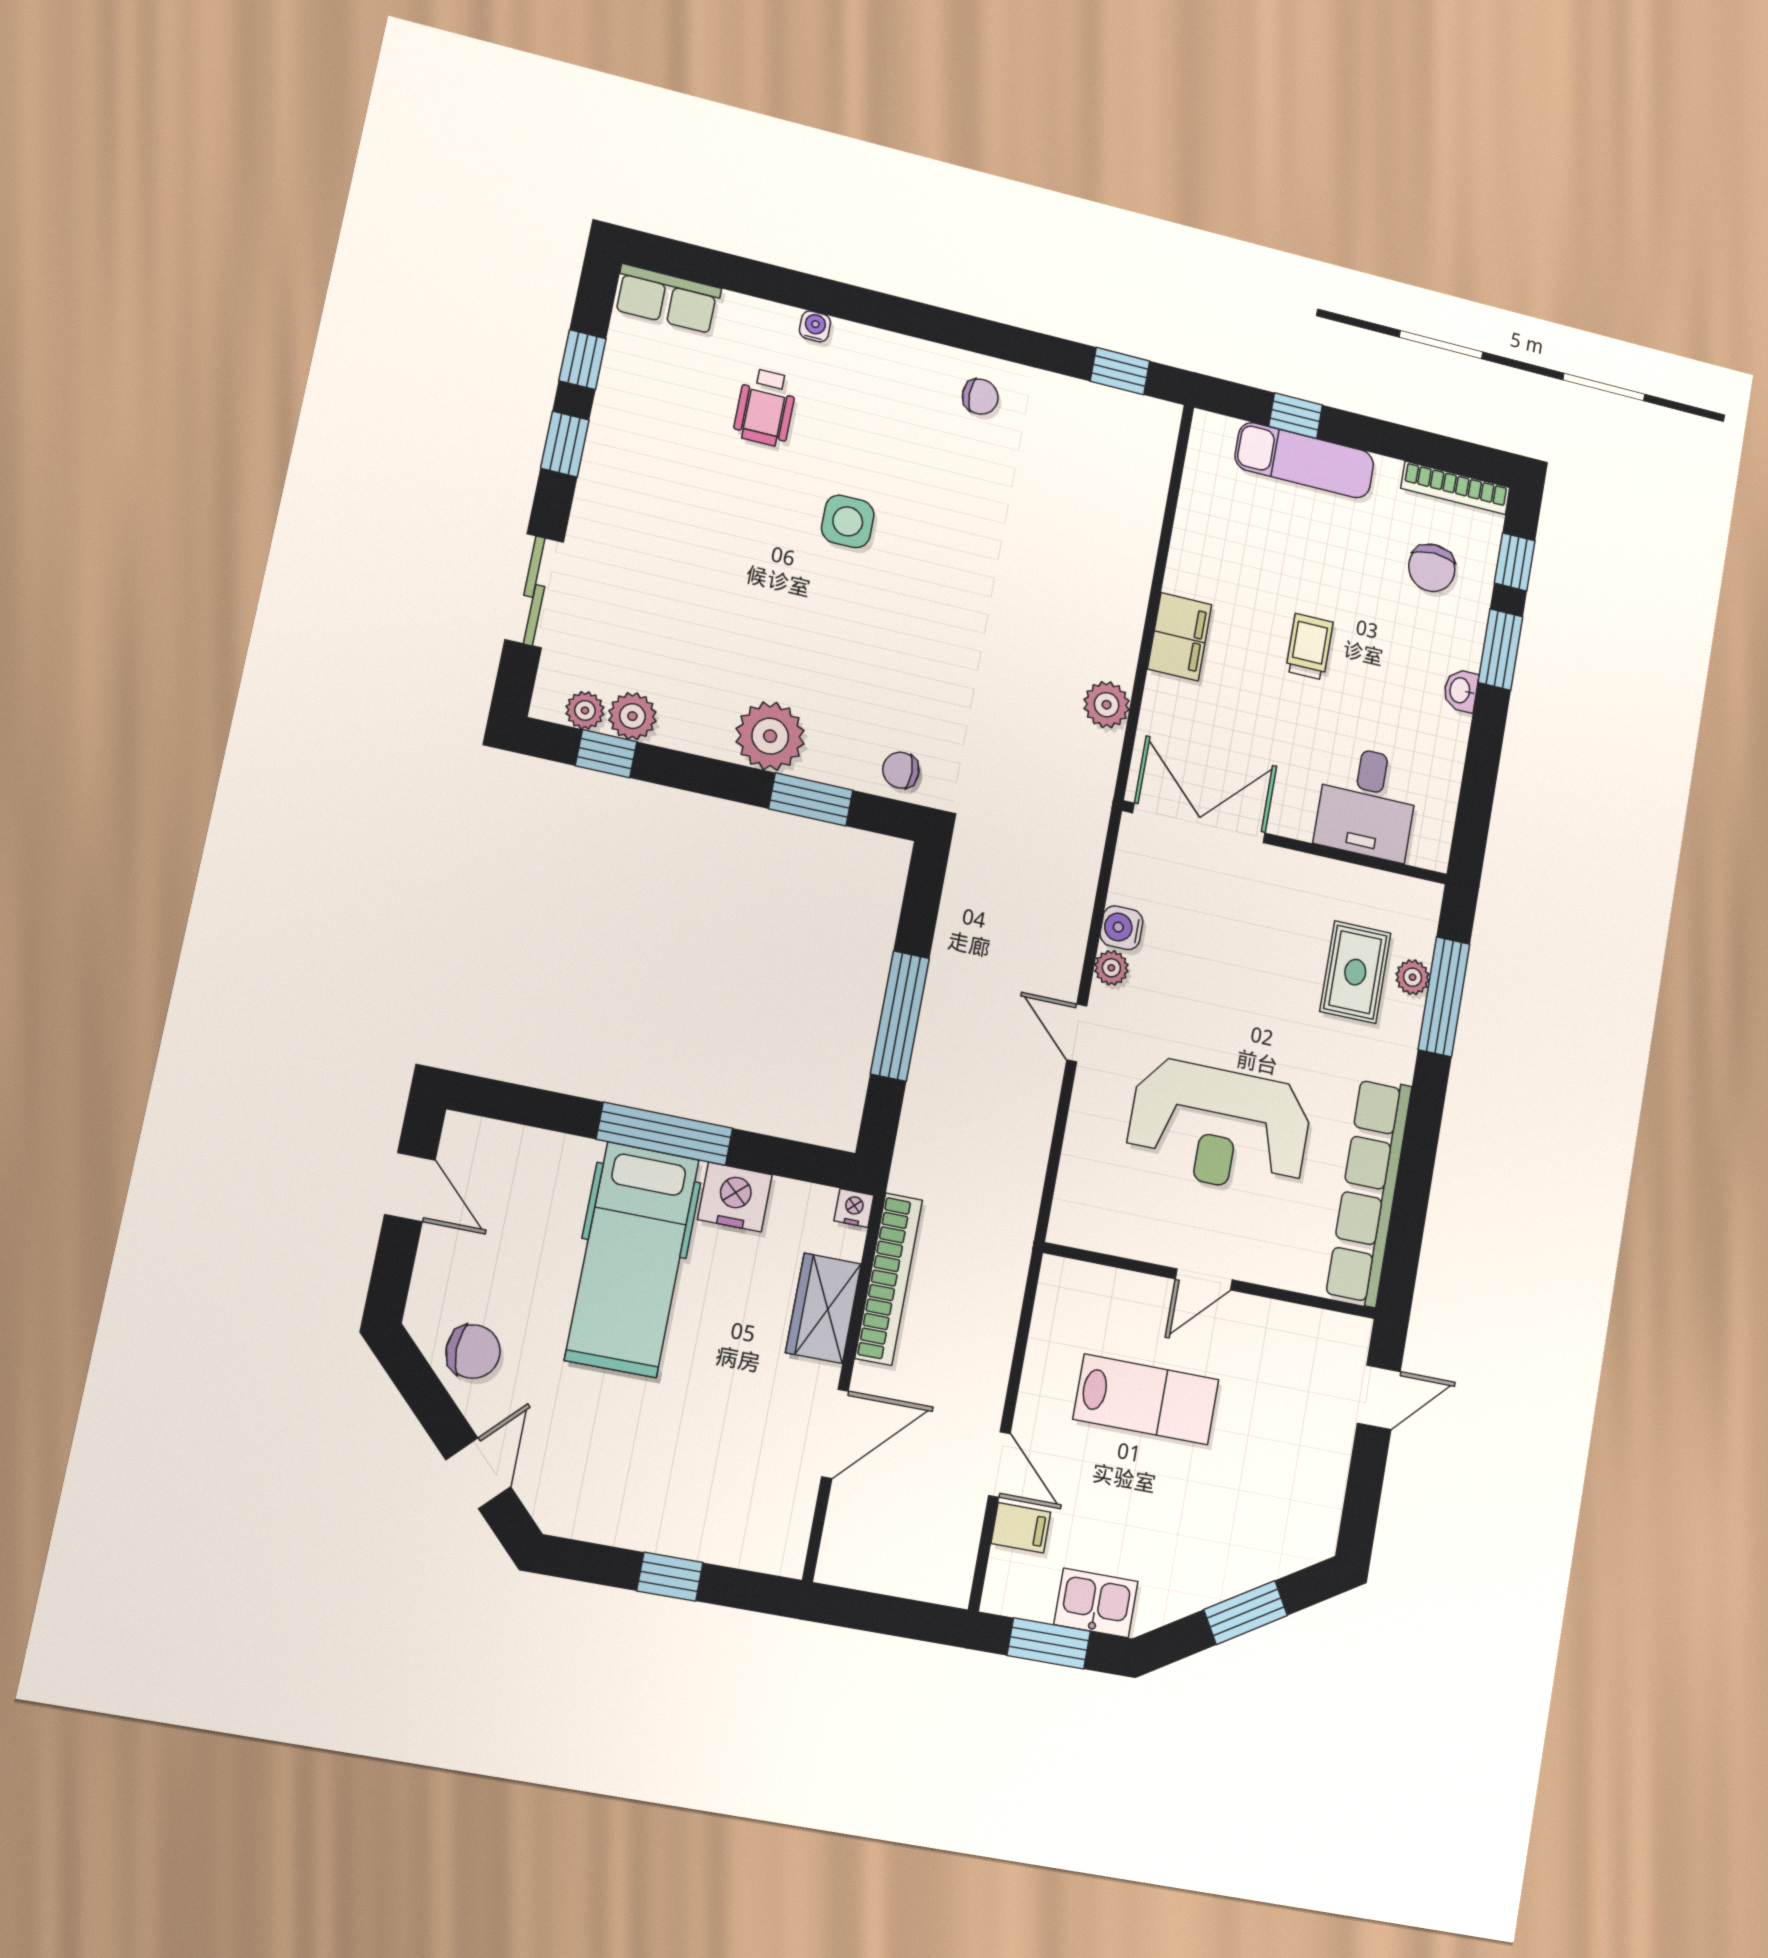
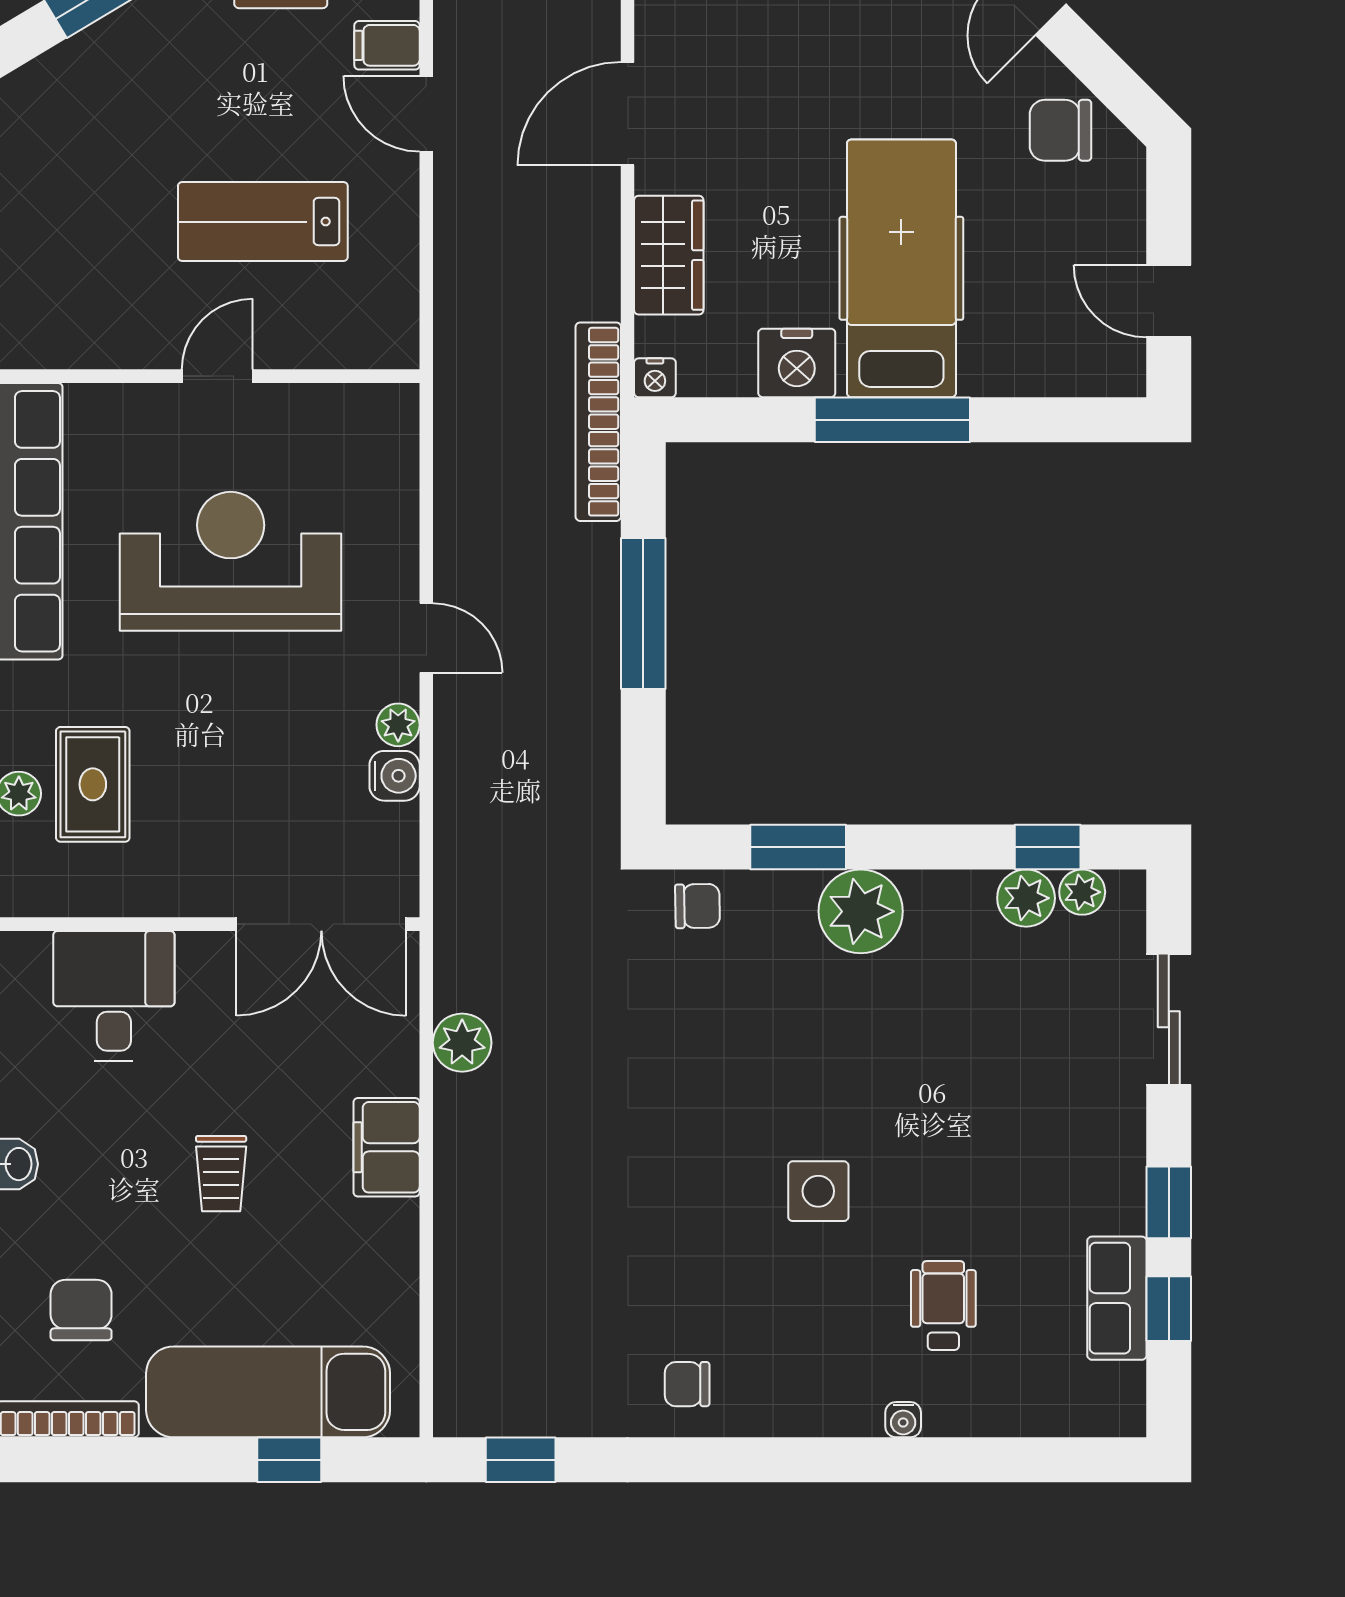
row of seats: (667, 299) -> (1117, 1298), moved, turned -90
exam couch: (1304, 460) -> (268, 1392), width x1.36, depth x1.45
bookcase: (889, 1279) -> (598, 422), moved

